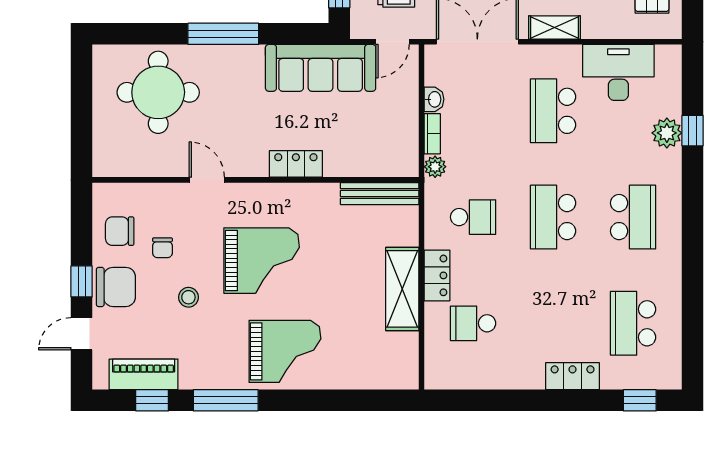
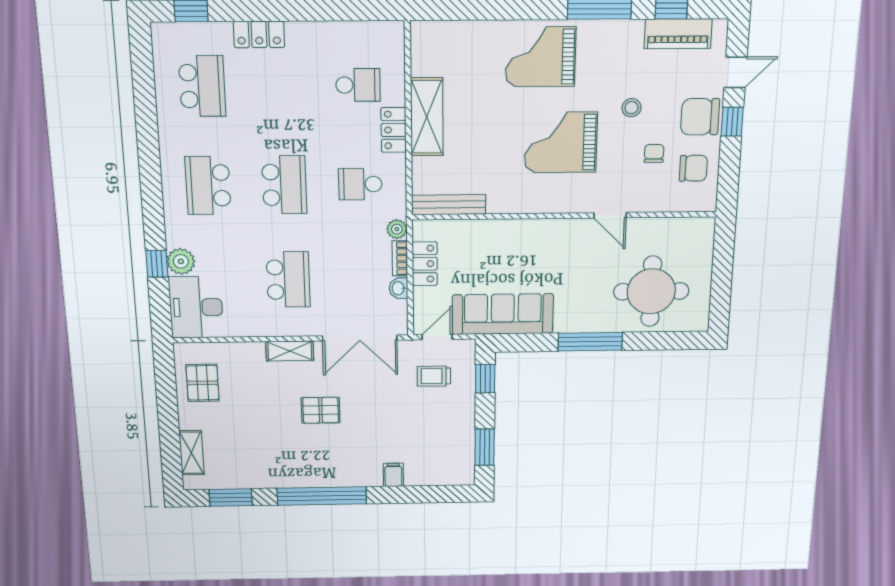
desk: (618, 72) -> (196, 307), moved, turned 90
locker: (296, 164) -> (425, 264), moved, turned -90

